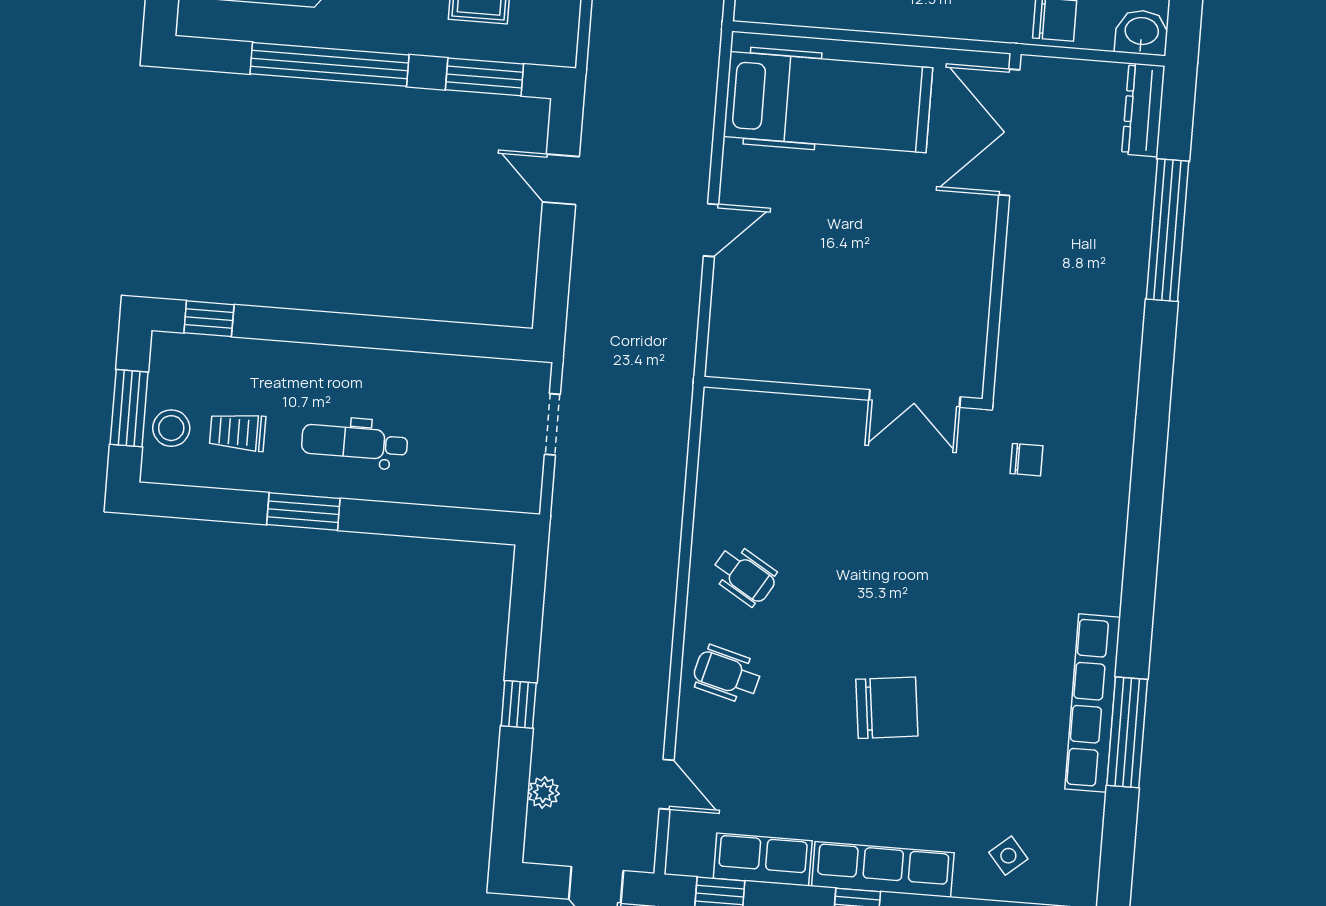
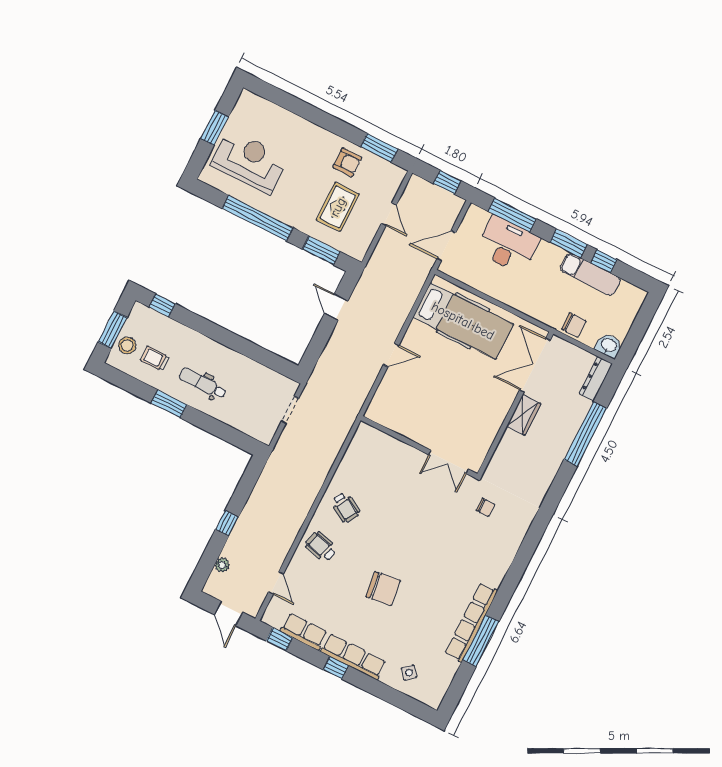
wardrobe: (1028, 242) -> (524, 415), added

